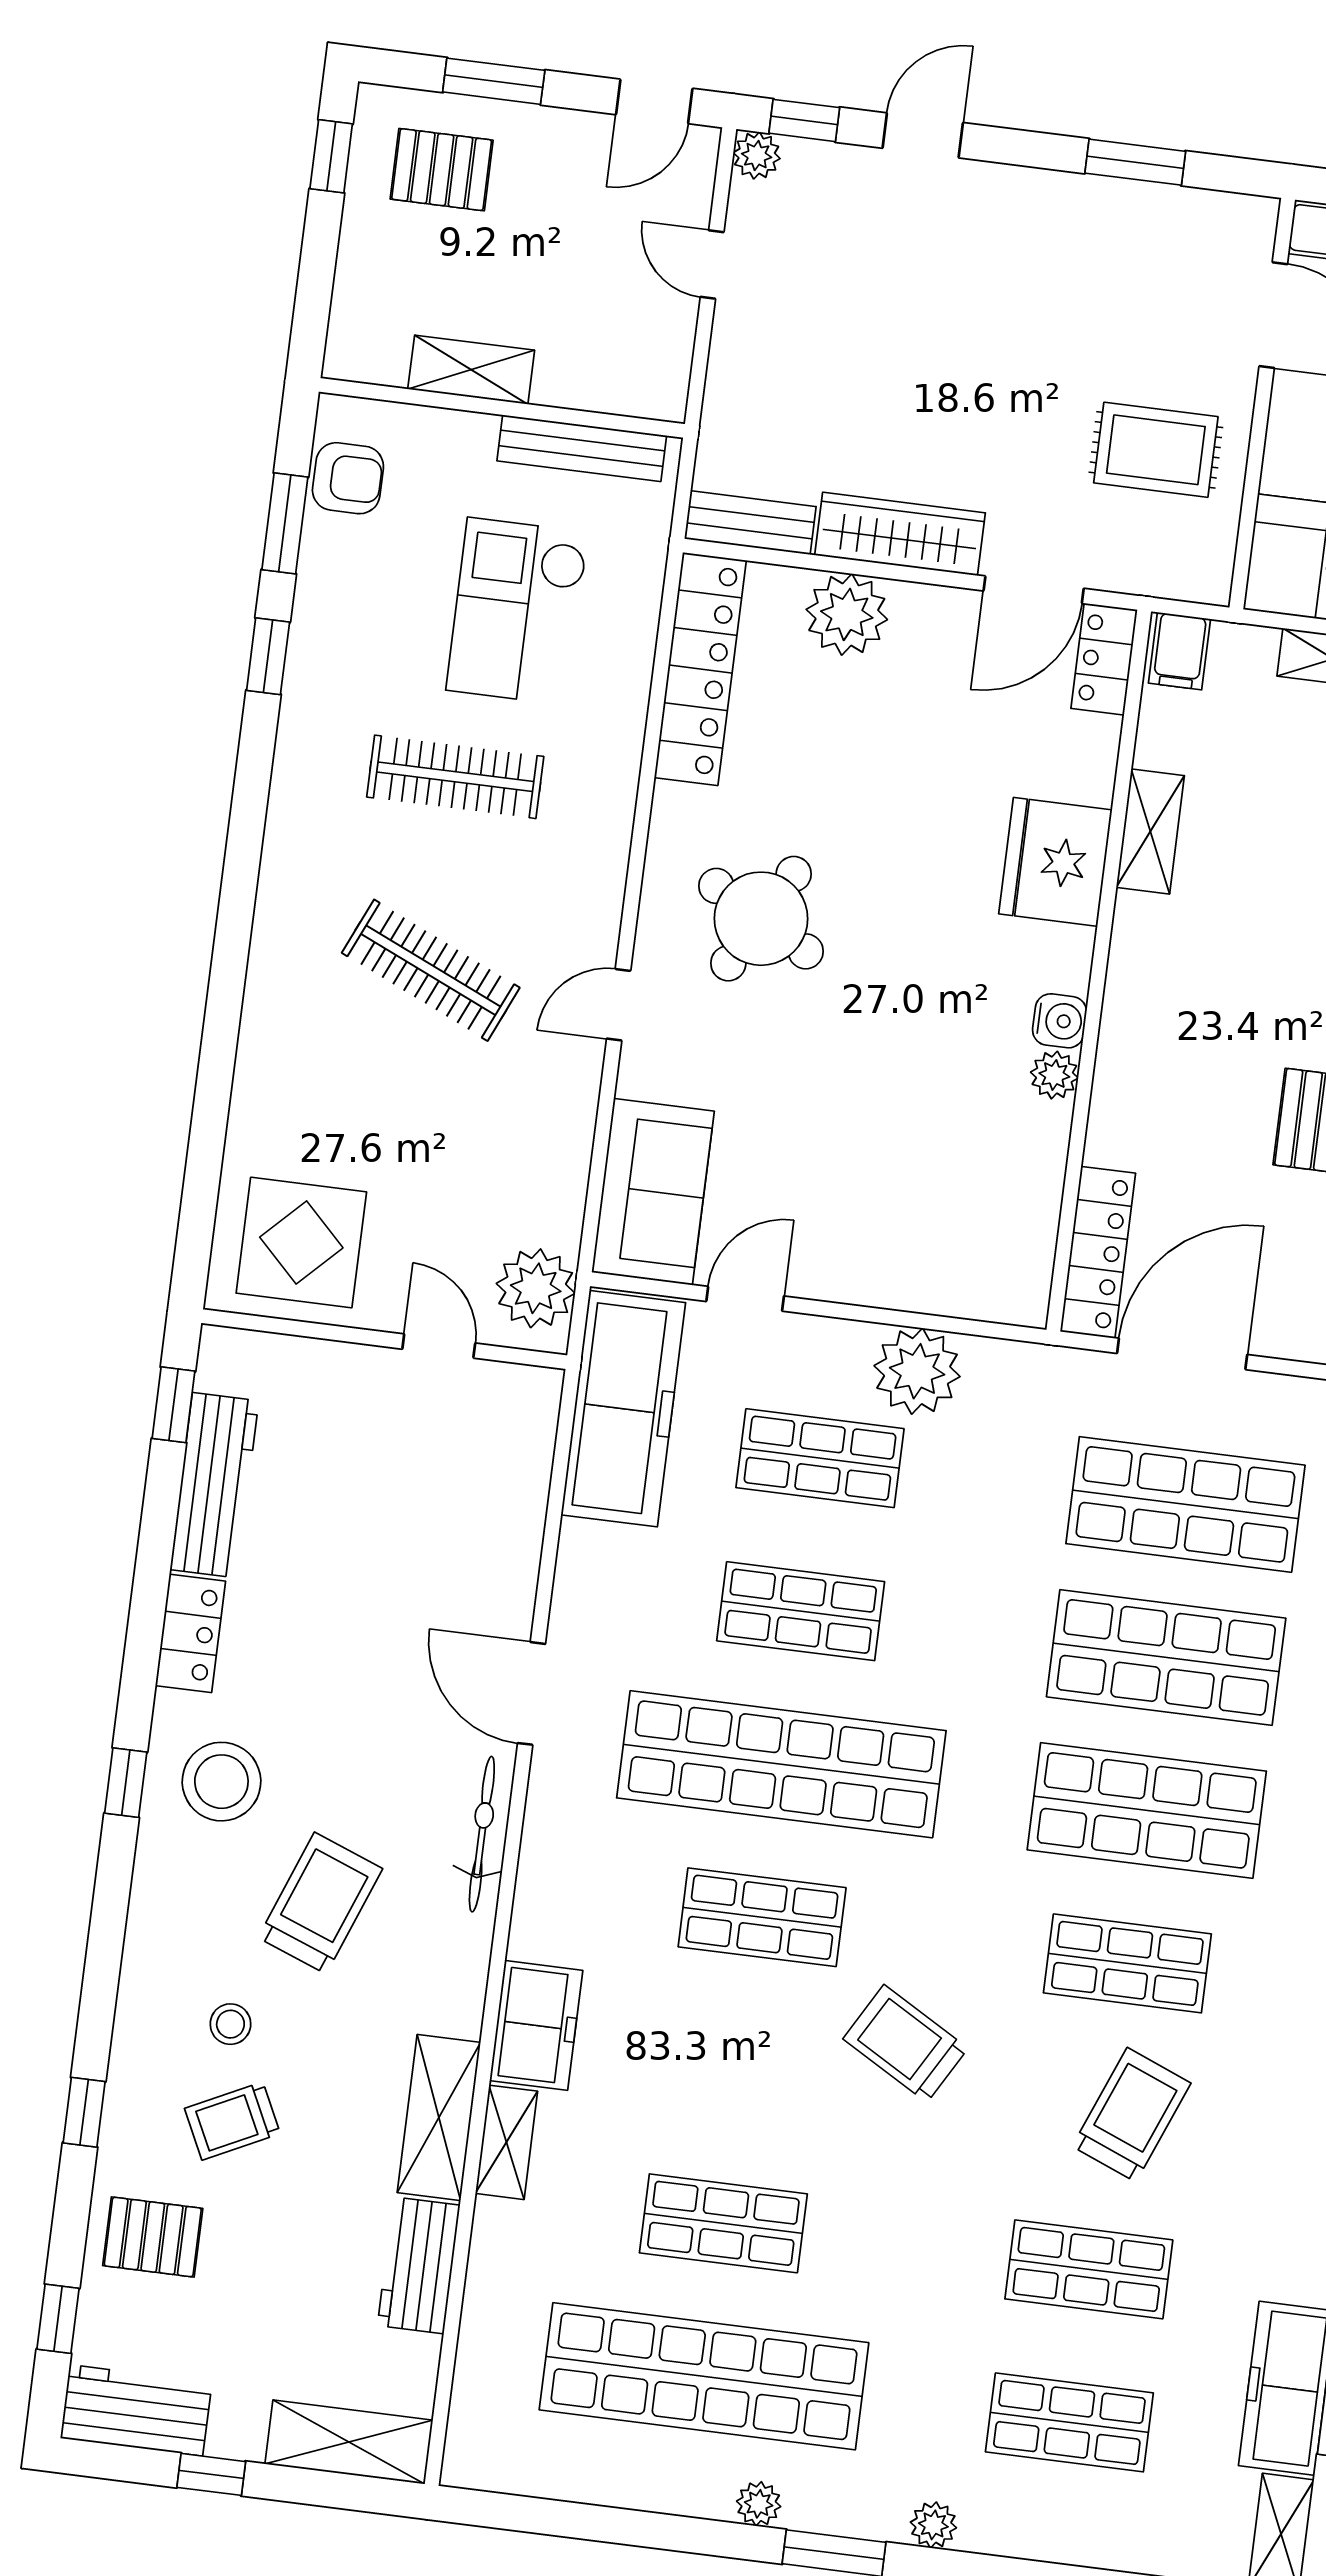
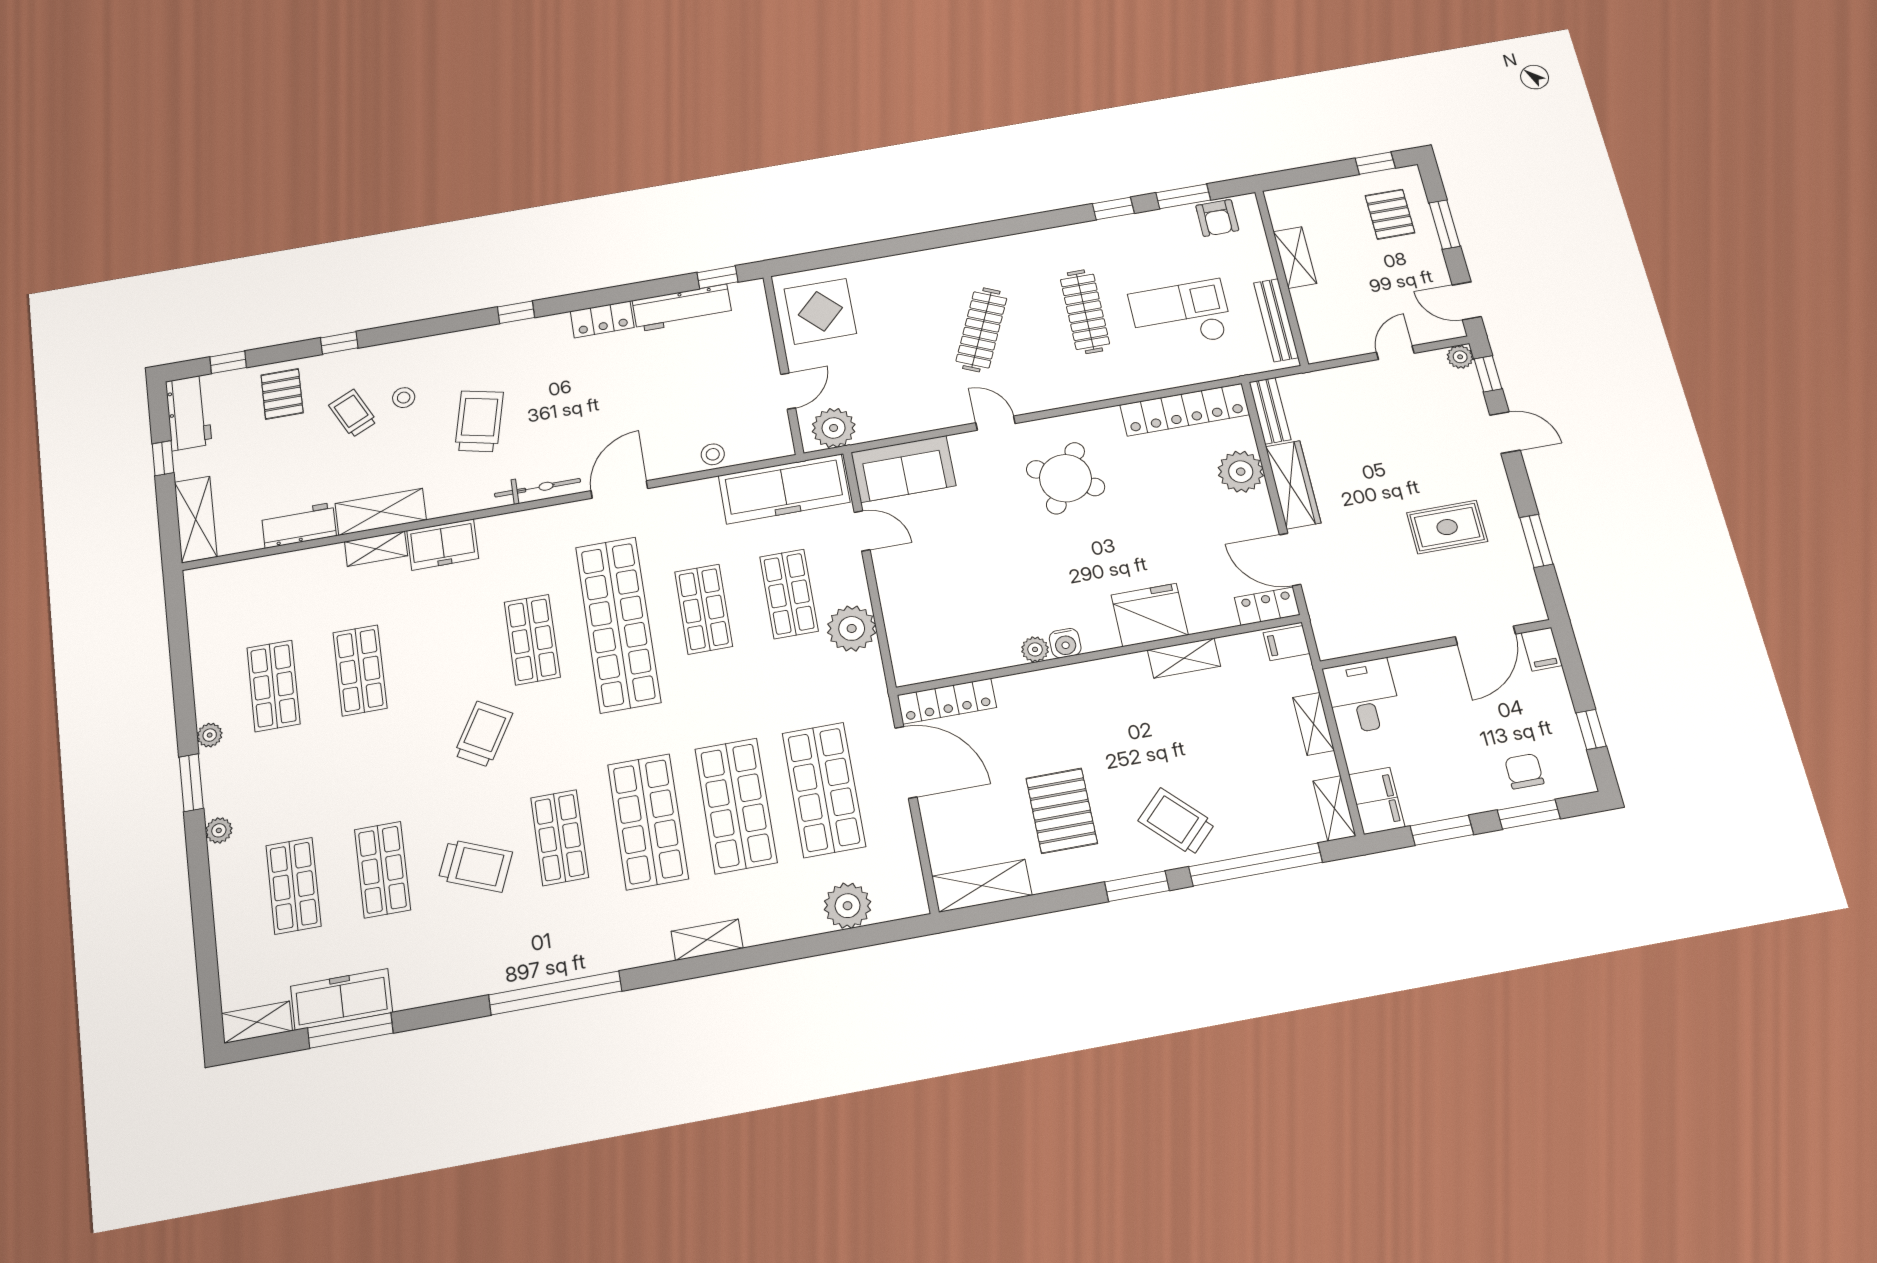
rug: (1156, 450) -> (1447, 527), moved, turned 90
stool: (221, 1782) -> (713, 454), moved, width x0.53, depth x0.53
trolley: (320, 1903) -> (479, 421), turned -98
shop shelf: (704, 2376) -> (273, 686), width x0.50, depth x0.74

